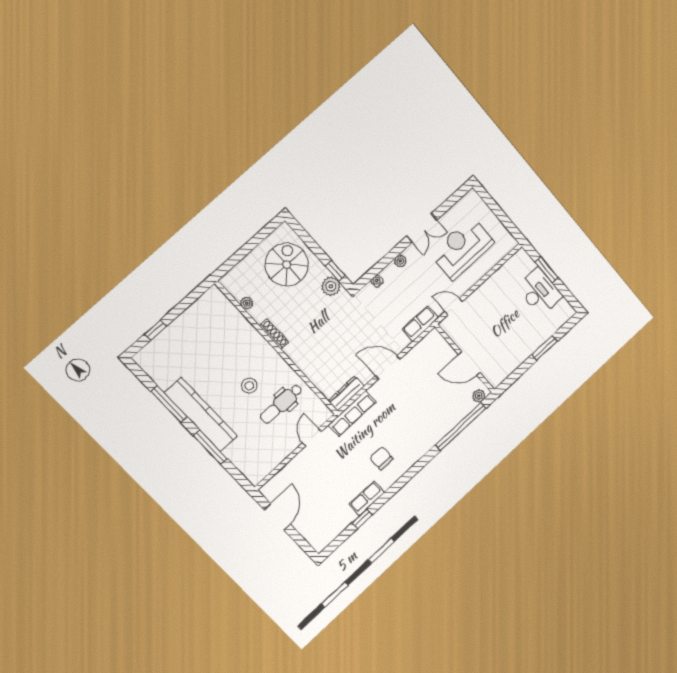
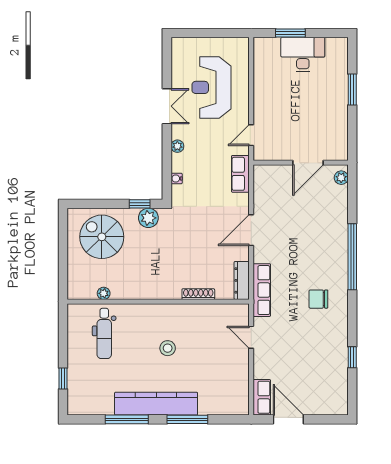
shoe rack: (274, 334) -> (198, 294), moved
dental chair: (281, 404) -> (104, 333), moved
window: (461, 427) -> (352, 257), moved
row of seats: (367, 498) -> (262, 397), moved, turned 180

